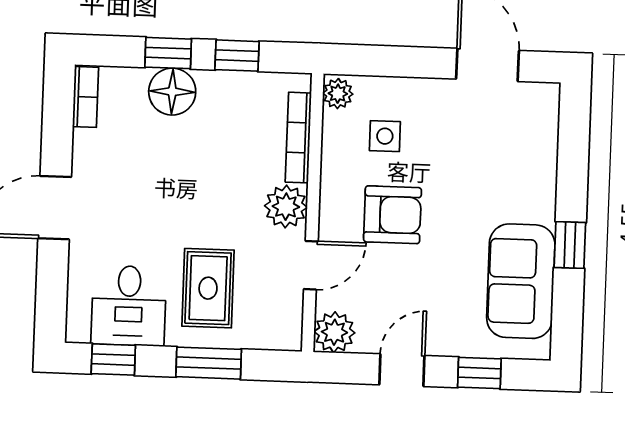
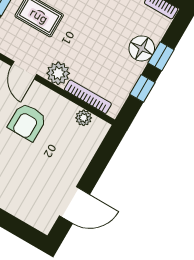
plant: (338, 94) -> (84, 118), moved
side table: (385, 136) -> (67, 138), removed

